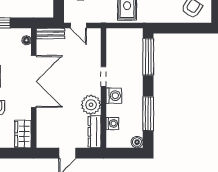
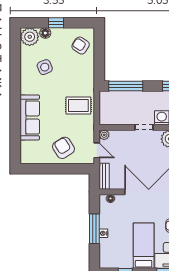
door: (78, 25) -> (97, 150), hinge flipped
plant: (95, 34) -> (104, 135), added

